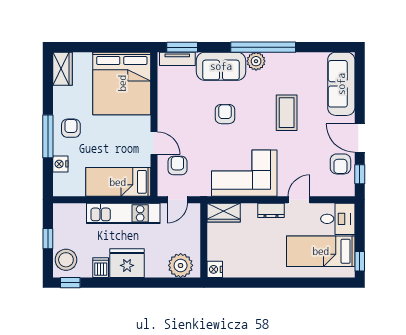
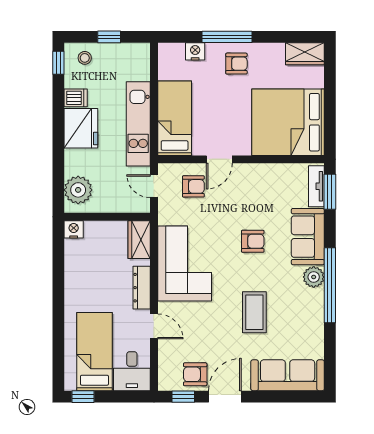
coffee table: (287, 113) -> (254, 312), turned 90
dresser: (271, 210) -> (142, 288), width x1.44
stool: (66, 260) -> (85, 58), width x0.53, depth x0.53

